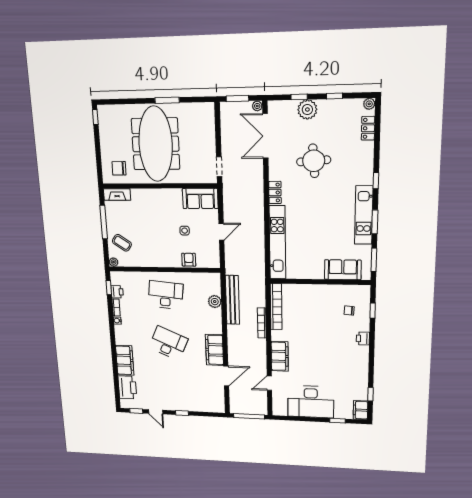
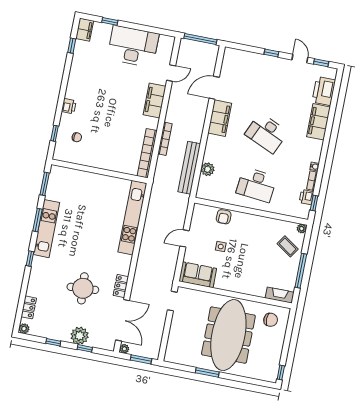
locker: (275, 192) -> (121, 286), moved
sofa: (343, 270) -> (75, 179), removed

